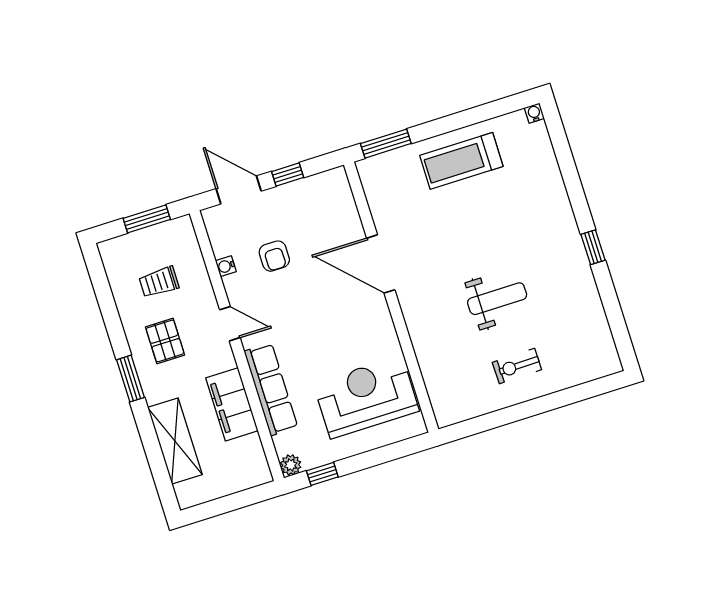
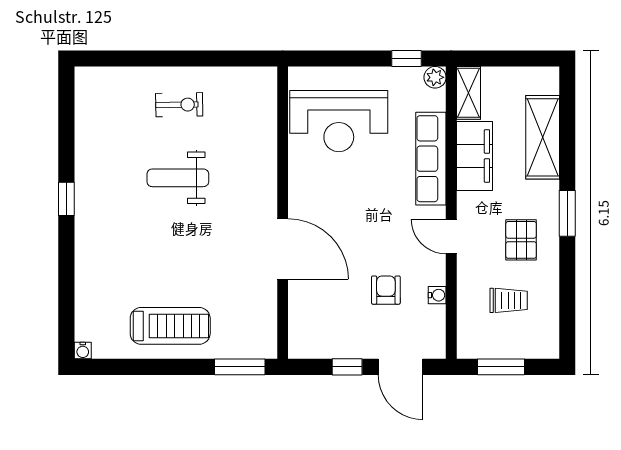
shelving: (256, 460) -> (468, 93), added

